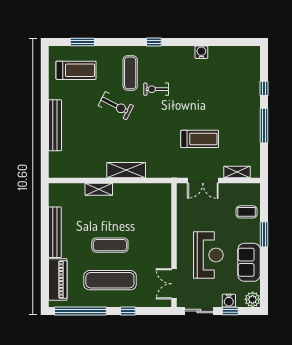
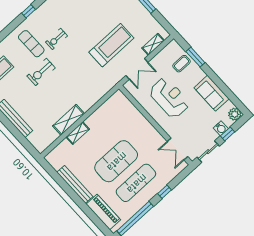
exercise bike: (116, 106) -> (41, 72), turned 153
treadmill: (200, 139) -> (111, 45), width x1.37, depth x1.37
shelving: (126, 170) -> (69, 120), moved
window: (264, 234) -> (195, 57), moved
exercise mat: (110, 245) -> (116, 161), width x2.00, depth x1.45
reception desk: (208, 255) -> (169, 98), moved

